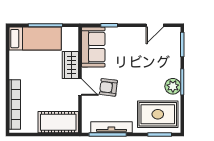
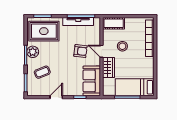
door: (155, 25) -> (56, 97), moved
coffee table: (160, 59) -> (42, 72), added
stool: (52, 94) -> (122, 46), added
cot: (58, 122) -> (114, 23), width x0.73, depth x0.75

